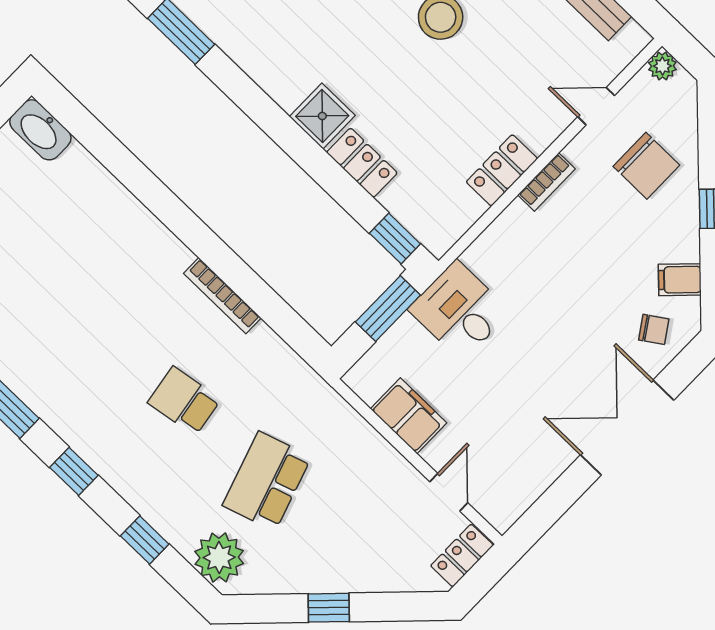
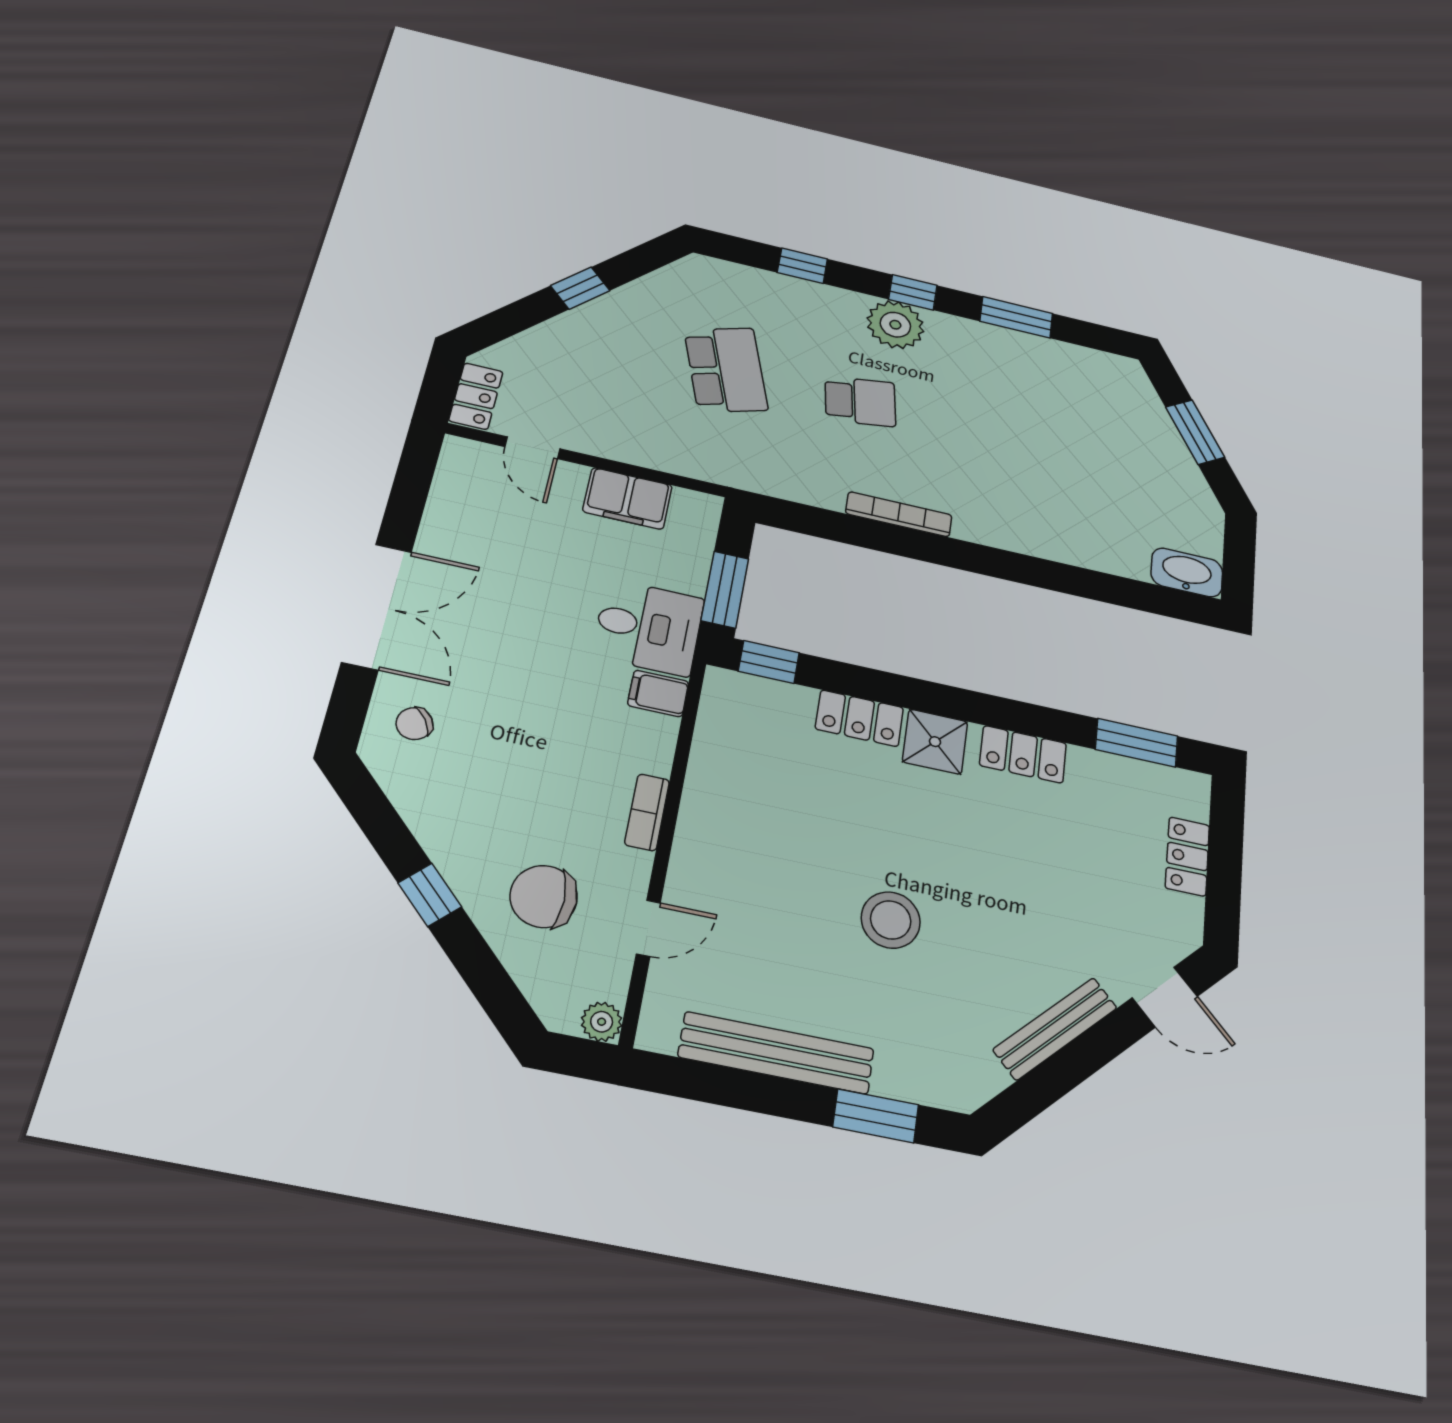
locker: (502, 170) -> (1023, 754), moved, turned 90
filing cabinet: (680, 280) -> (658, 693), moved, turned -135
plant: (219, 557) -> (895, 325), moved

